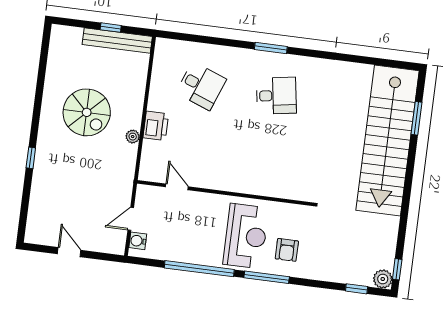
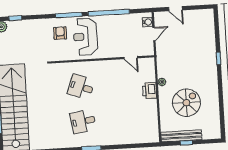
desk: (201, 86) -> (81, 87), moved
spiral stairs: (87, 112) -> (186, 103), moved, turned 90
door: (69, 252) -> (176, 9), moved

